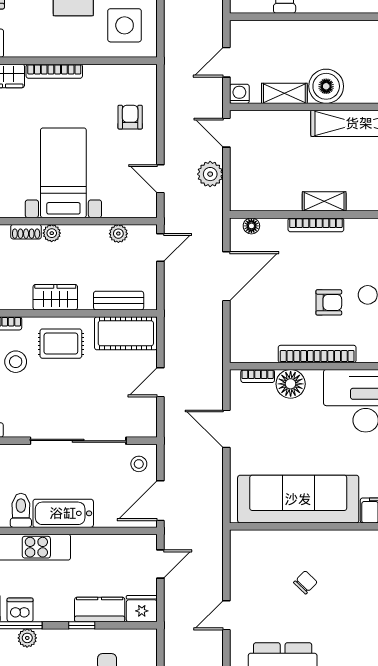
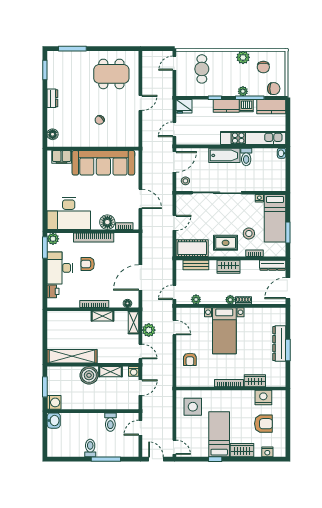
shelving: (240, 189) -> (134, 322), added
shelving: (324, 201) -> (103, 316), moved
kitchen counter: (100, 609) -> (226, 106), moved

